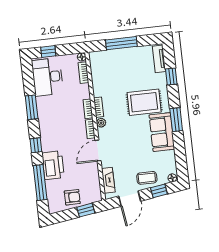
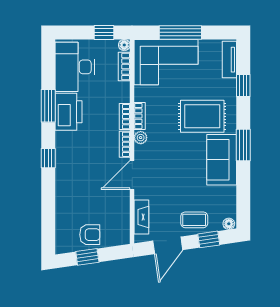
window: (48, 52) -> (104, 32), moved
corner sofa: (113, 66) -> (166, 62), added
printer: (53, 165) -> (69, 112), moved
window: (40, 183) -> (48, 210), removed
window: (86, 210) -> (87, 257), moved

